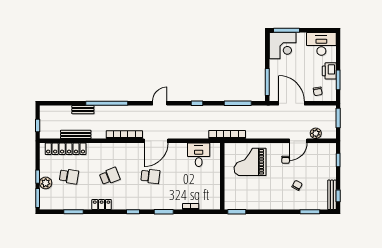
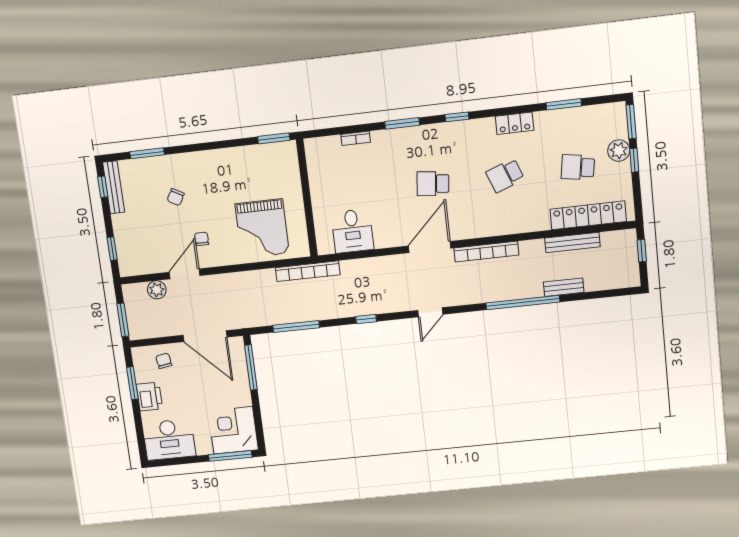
grand piano: (250, 162) -> (262, 229), turned 90

